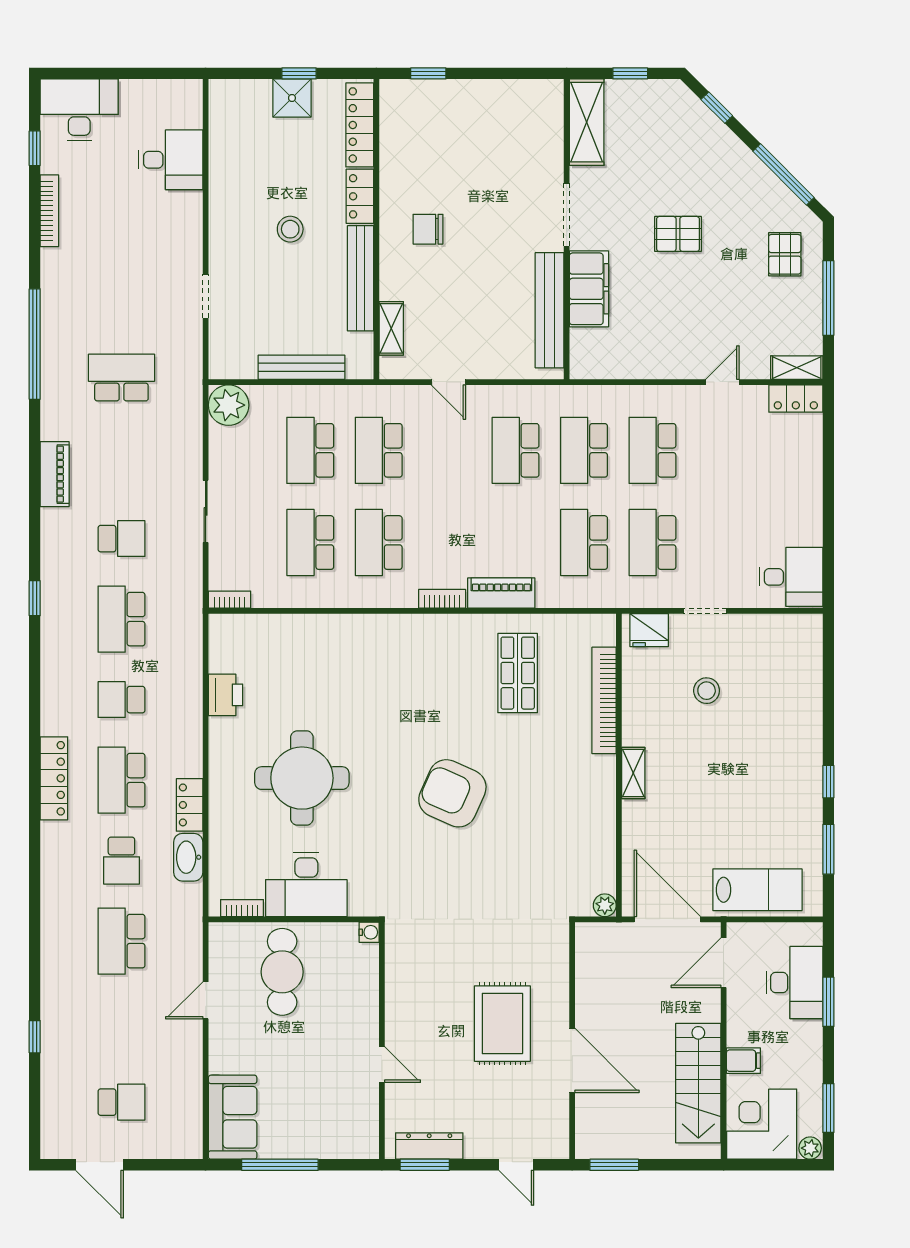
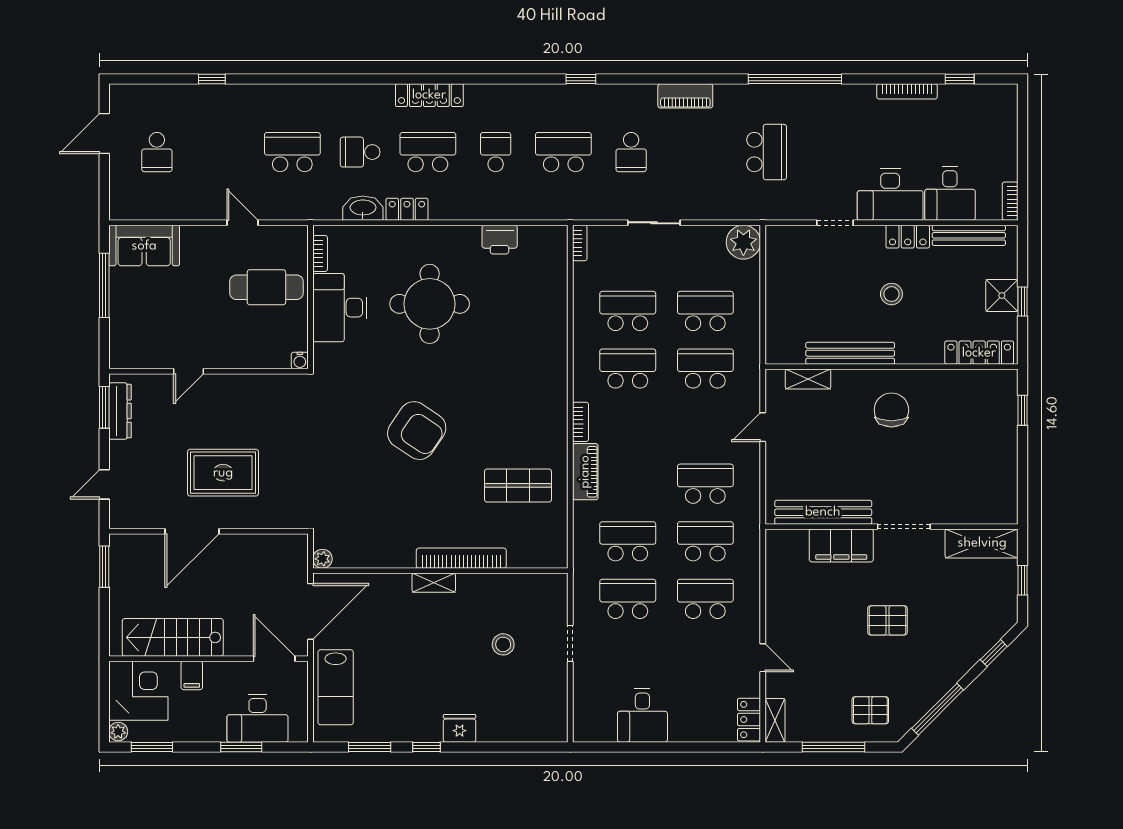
bookcase: (180, 88) -> (1010, 201), added
desk: (79, 110) -> (890, 195), moved, turned 90
locker: (360, 196) -> (908, 237), moved, turned 180
chair: (428, 229) -> (891, 410), width x1.37, depth x1.37
pallet: (678, 234) -> (887, 620), turned 90
bench: (301, 367) -> (969, 235), moved, turned 90
desk: (791, 577) -> (642, 716), moved
fridge: (649, 630) -> (460, 728), moved, turned 90
bookcase: (604, 700) -> (461, 558), moved
armchair: (452, 793) -> (417, 431), turned 100

